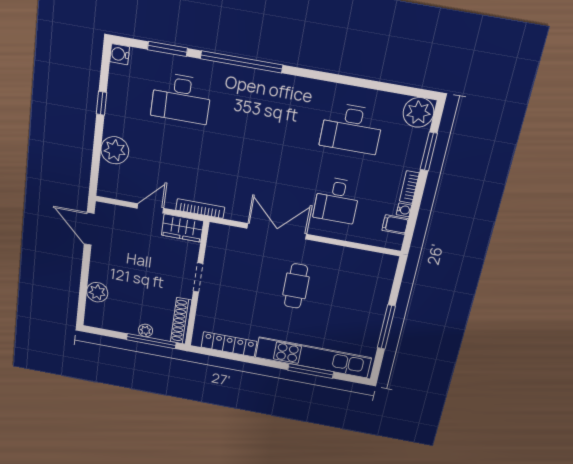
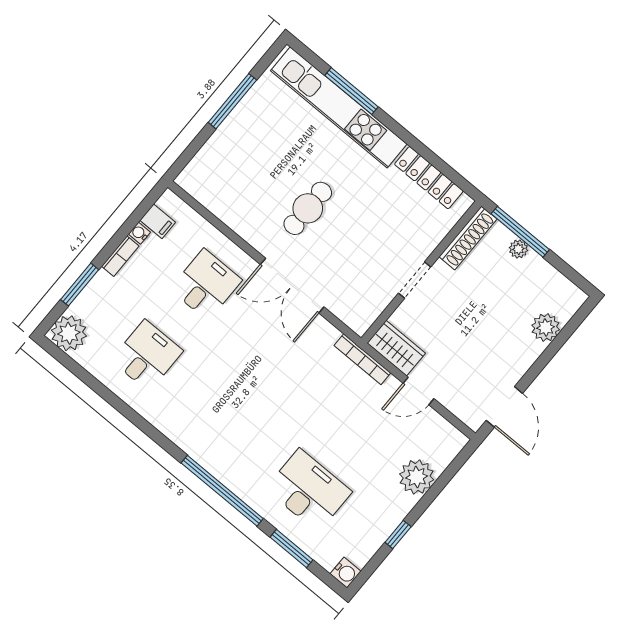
desk: (352, 128) -> (147, 355), width x0.73

